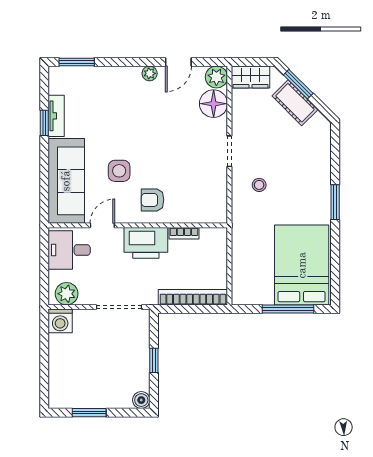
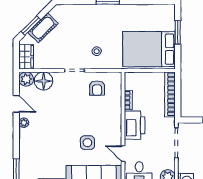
armchair: (153, 200) -> (97, 88), moved
bed: (302, 265) -> (149, 49), moved
window: (288, 309) -> (178, 32), width x0.69

